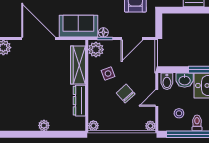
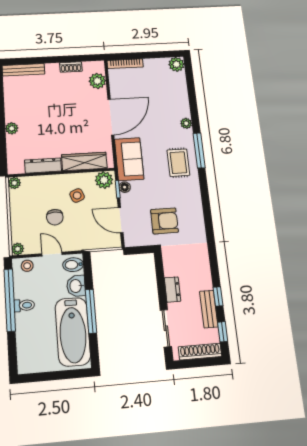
chair: (126, 94) -> (55, 217), turned 132
stool: (179, 113) -> (27, 266), moved

